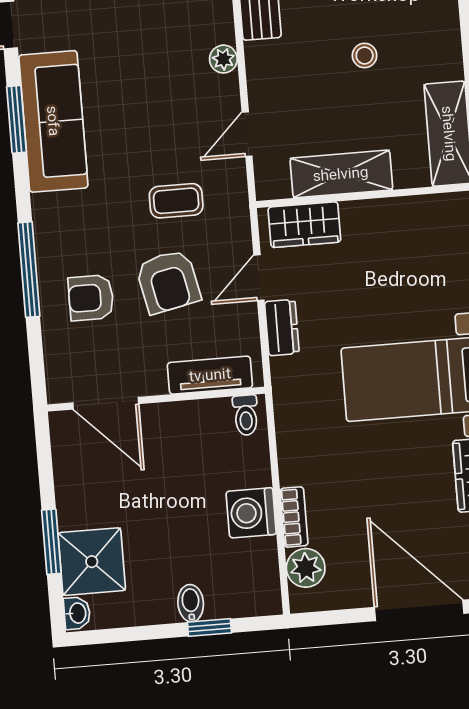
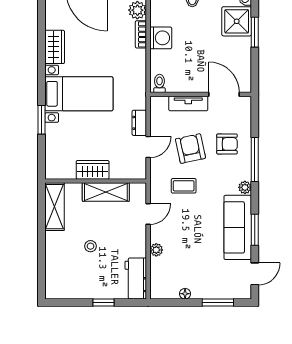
plant: (45, 208) -> (245, 187), added
wardrobe: (304, 225) -> (93, 170), moved
tv unit: (210, 375) -> (188, 103), moved

